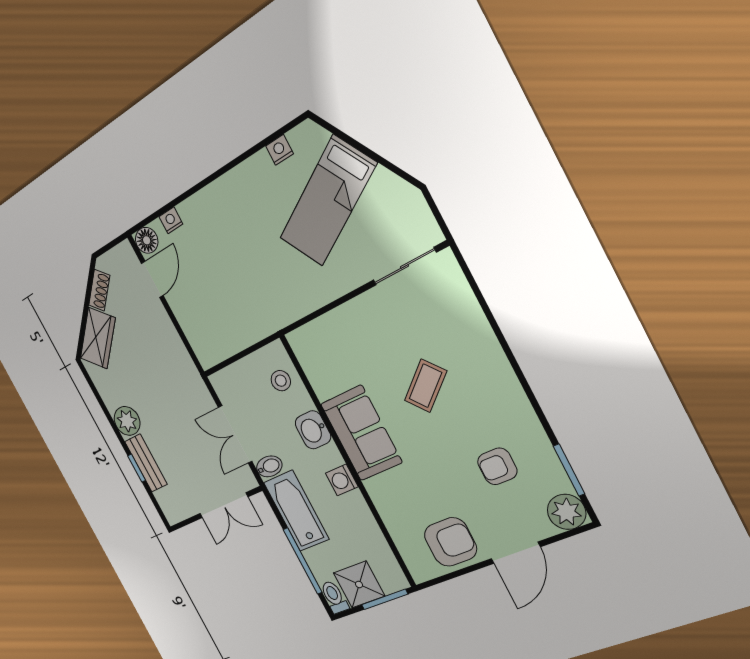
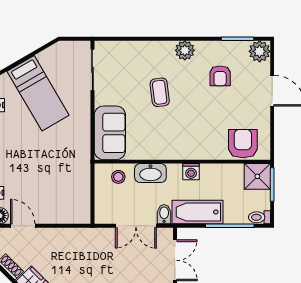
coffee table: (426, 386) -> (160, 92), turned 33
plant: (508, 396) -> (185, 50), added
washbasin: (313, 430) -> (150, 173), width x1.38
sofa: (361, 433) -> (110, 133), moved, turned 90
armchair: (450, 542) -> (243, 144), moved
shower: (359, 584) -> (257, 176), moved

